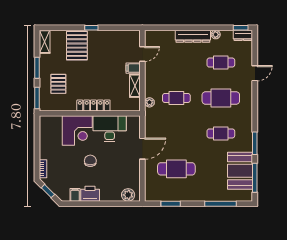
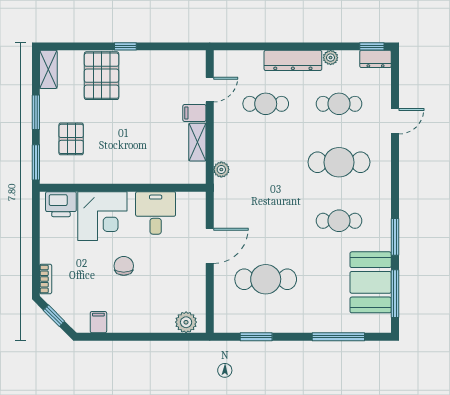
cafe table: (176, 98) -> (266, 104), moved
locker: (93, 105) -> (129, 175), removed
desk: (110, 129) -> (156, 213), width x0.73
printer: (90, 194) -> (61, 204), moved, turned 180

